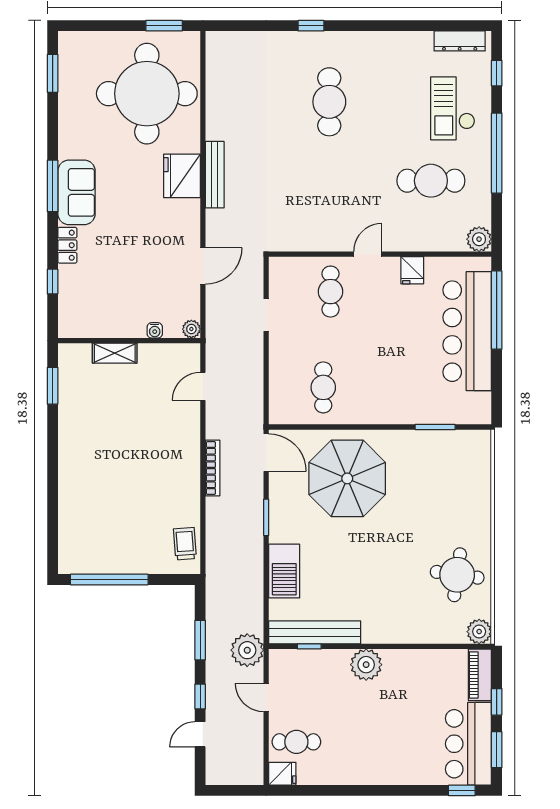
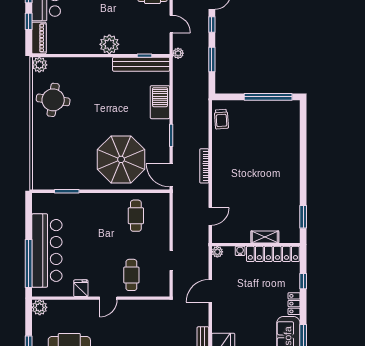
locker: (102, 326) -> (273, 254), added
plant: (247, 650) -> (178, 53), width x0.53, depth x0.53

